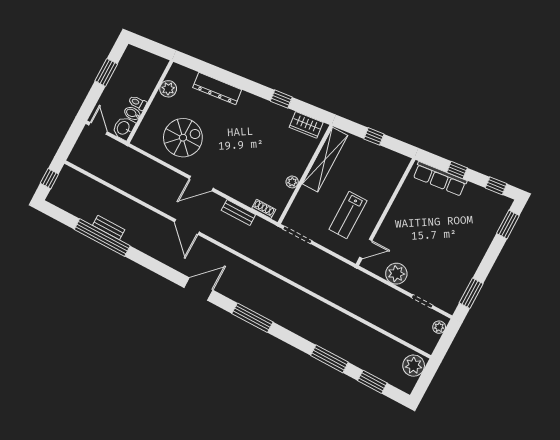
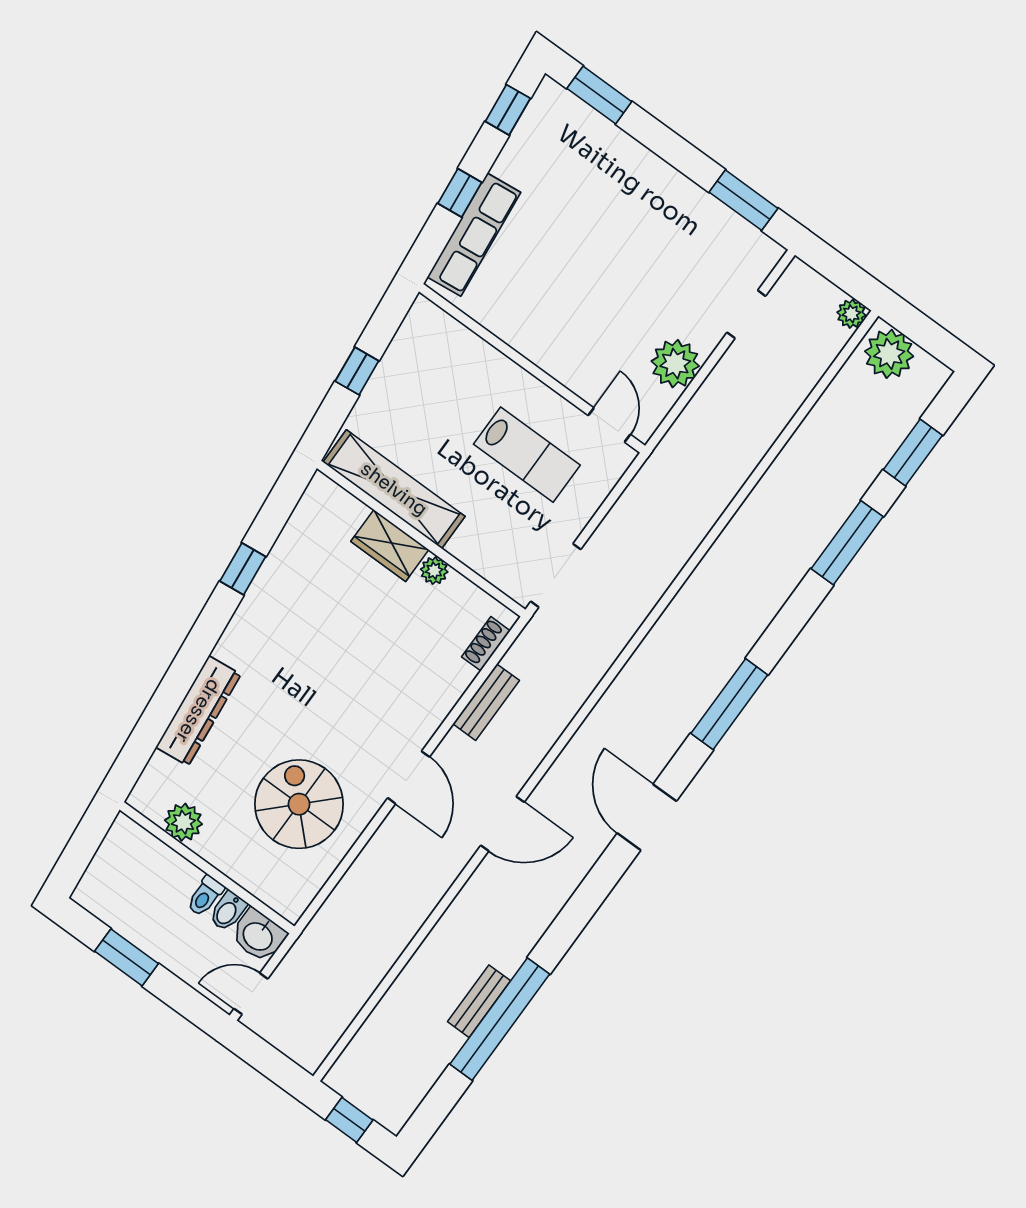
wardrobe: (306, 125) -> (390, 546), moved, turned 96
plant: (439, 327) -> (851, 314), moved

